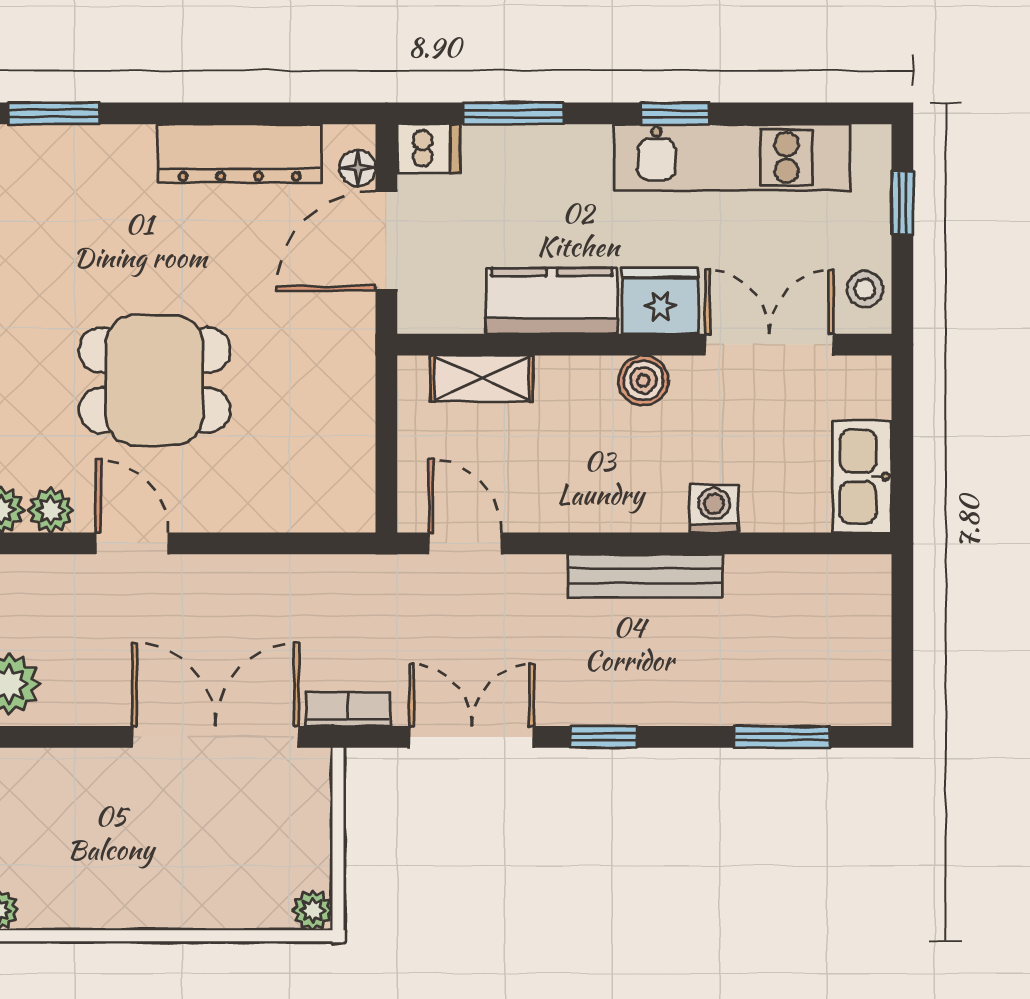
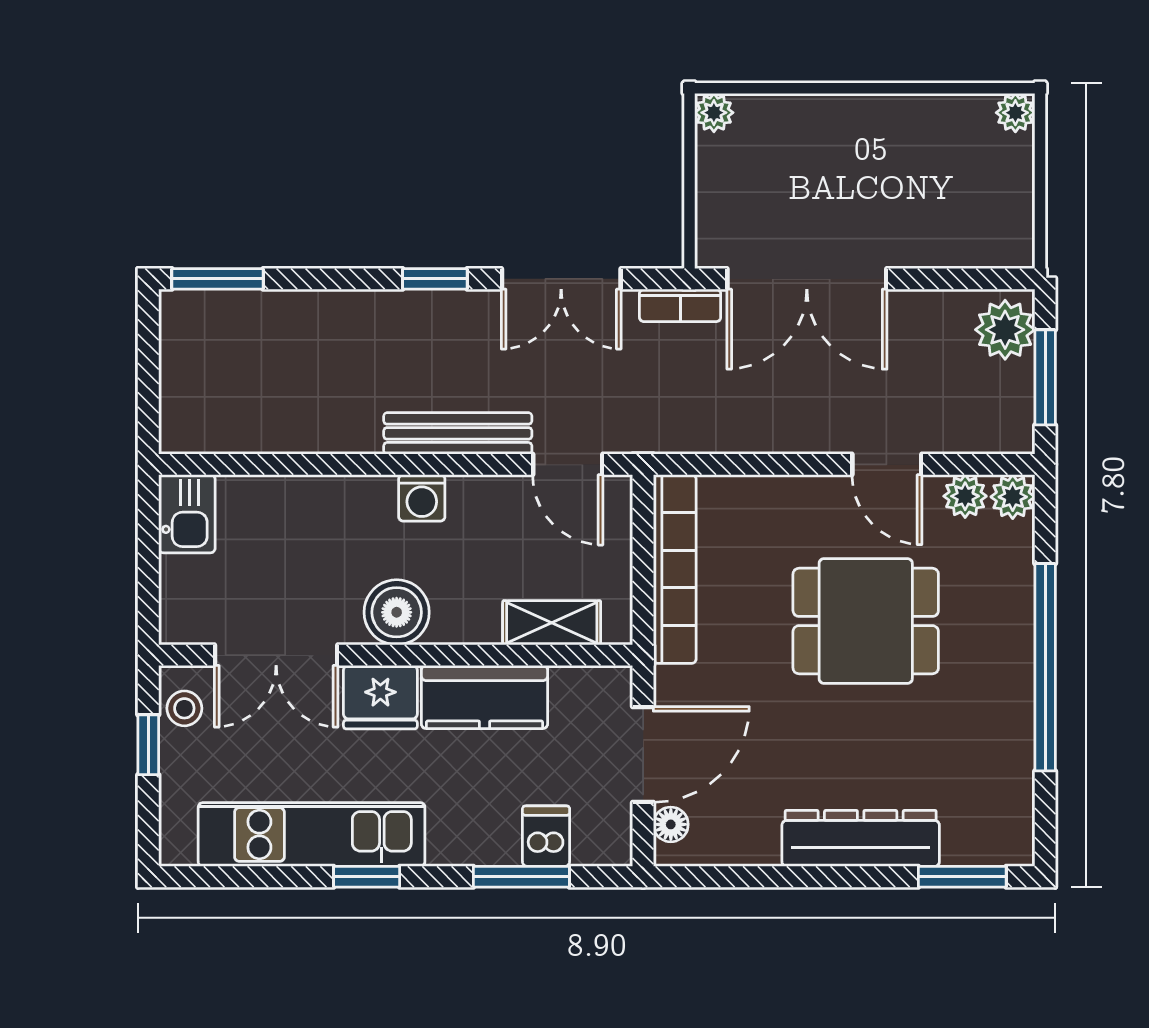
dishwasher: (429, 149) -> (546, 836), moved, turned 90
dresser: (240, 153) -> (861, 838), moved
window: (902, 203) -> (148, 745), moved
boiler: (643, 380) -> (397, 612), width x1.36, depth x1.36
bookcase: (353, 434) -> (675, 569), added
kitchen sink: (862, 477) -> (187, 514), width x0.73
washing machine: (714, 508) -> (422, 498), moved
bench: (645, 576) -> (458, 433), moved
window: (783, 737) -> (218, 279), moved

